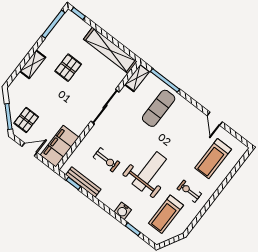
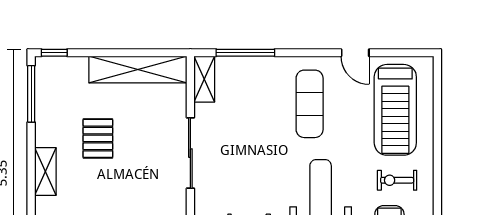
exercise mat: (159, 108) -> (310, 104), moved
treadmill: (213, 159) -> (395, 110), width x1.37, depth x1.38

